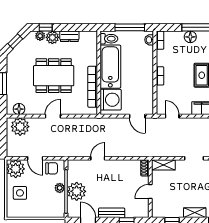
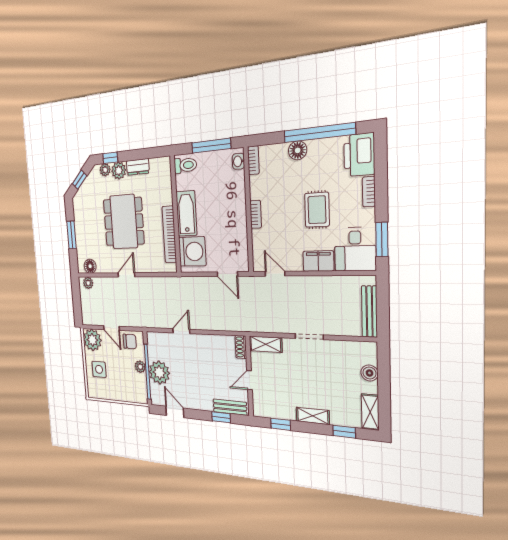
bathtub: (110, 67) -> (186, 213), width x0.73, depth x0.73
dining table: (54, 76) -> (124, 222), turned 90
plant: (20, 127) -> (88, 283), width x0.53, depth x0.53
bench: (112, 213) -> (230, 407), moved

